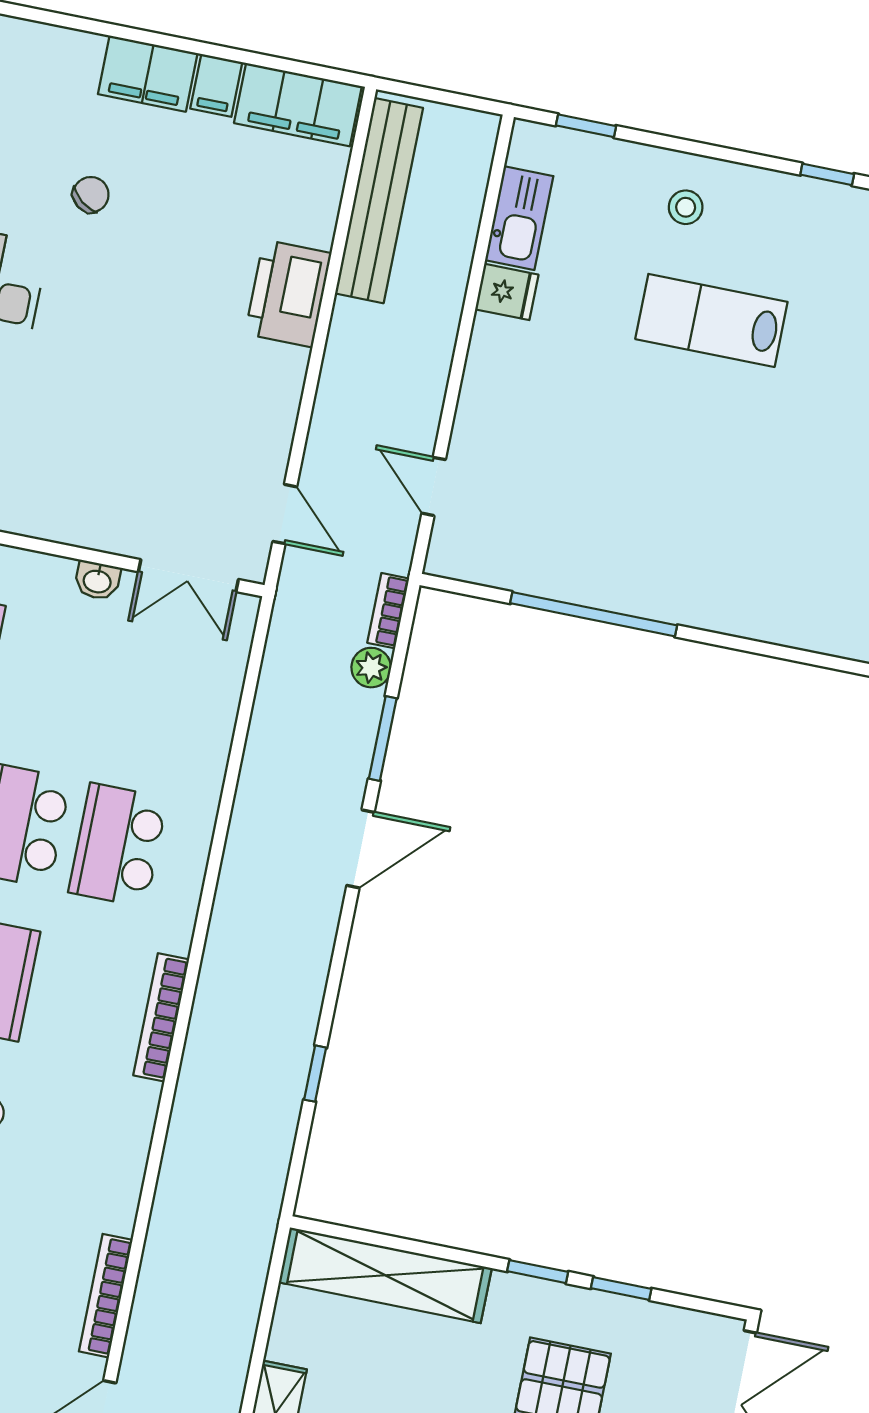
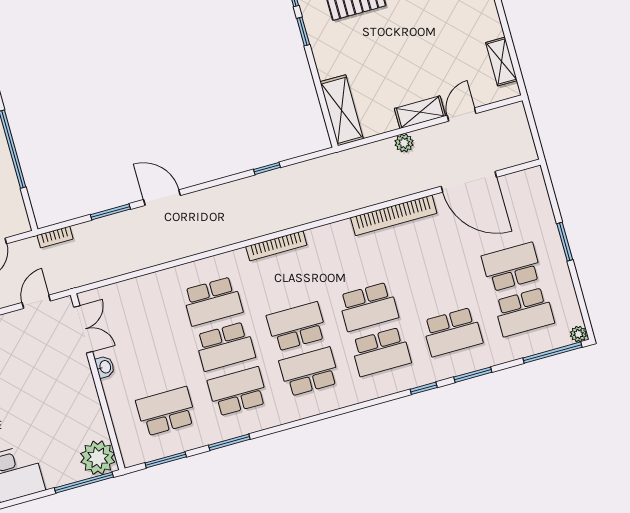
plant: (371, 668) -> (404, 143), moved
shelving: (385, 1275) -> (342, 110), width x0.68
bookcase: (106, 1296) -> (394, 215), width x1.48, depth x1.31

